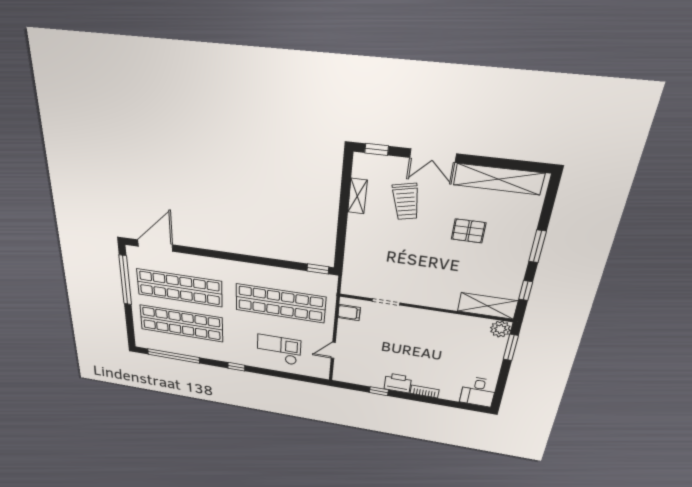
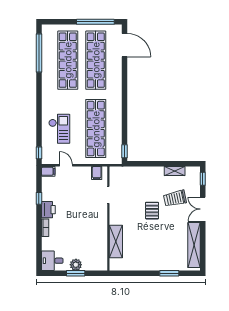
pallet: (469, 231) -> (152, 211), moved
window: (537, 246) -> (169, 273), moved
window: (526, 291) -> (130, 273), removed
shelving: (487, 306) -> (116, 242), moved
plant: (500, 329) -> (76, 265), moved
window: (511, 347) -> (76, 273), moved
window: (236, 367) -> (39, 153), moved
filing cabinet: (340, 373) -> (48, 171), added

